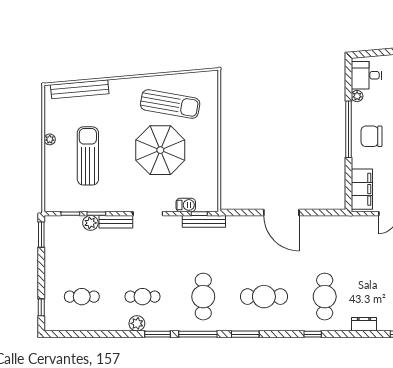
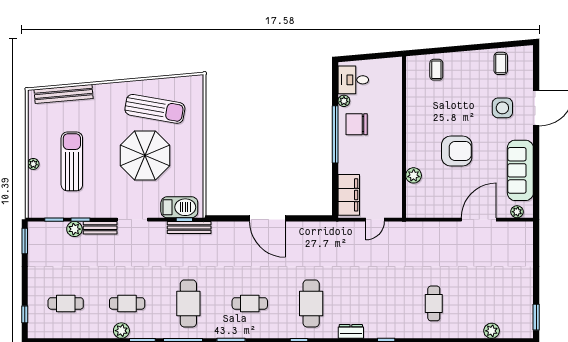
chair: (372, 136) -> (357, 124), moved
plant: (50, 139) -> (33, 164), moved
barbecue: (186, 205) -> (179, 207), width x1.88, depth x1.53
cafe table: (264, 297) -> (250, 303), width x0.73, depth x0.74

